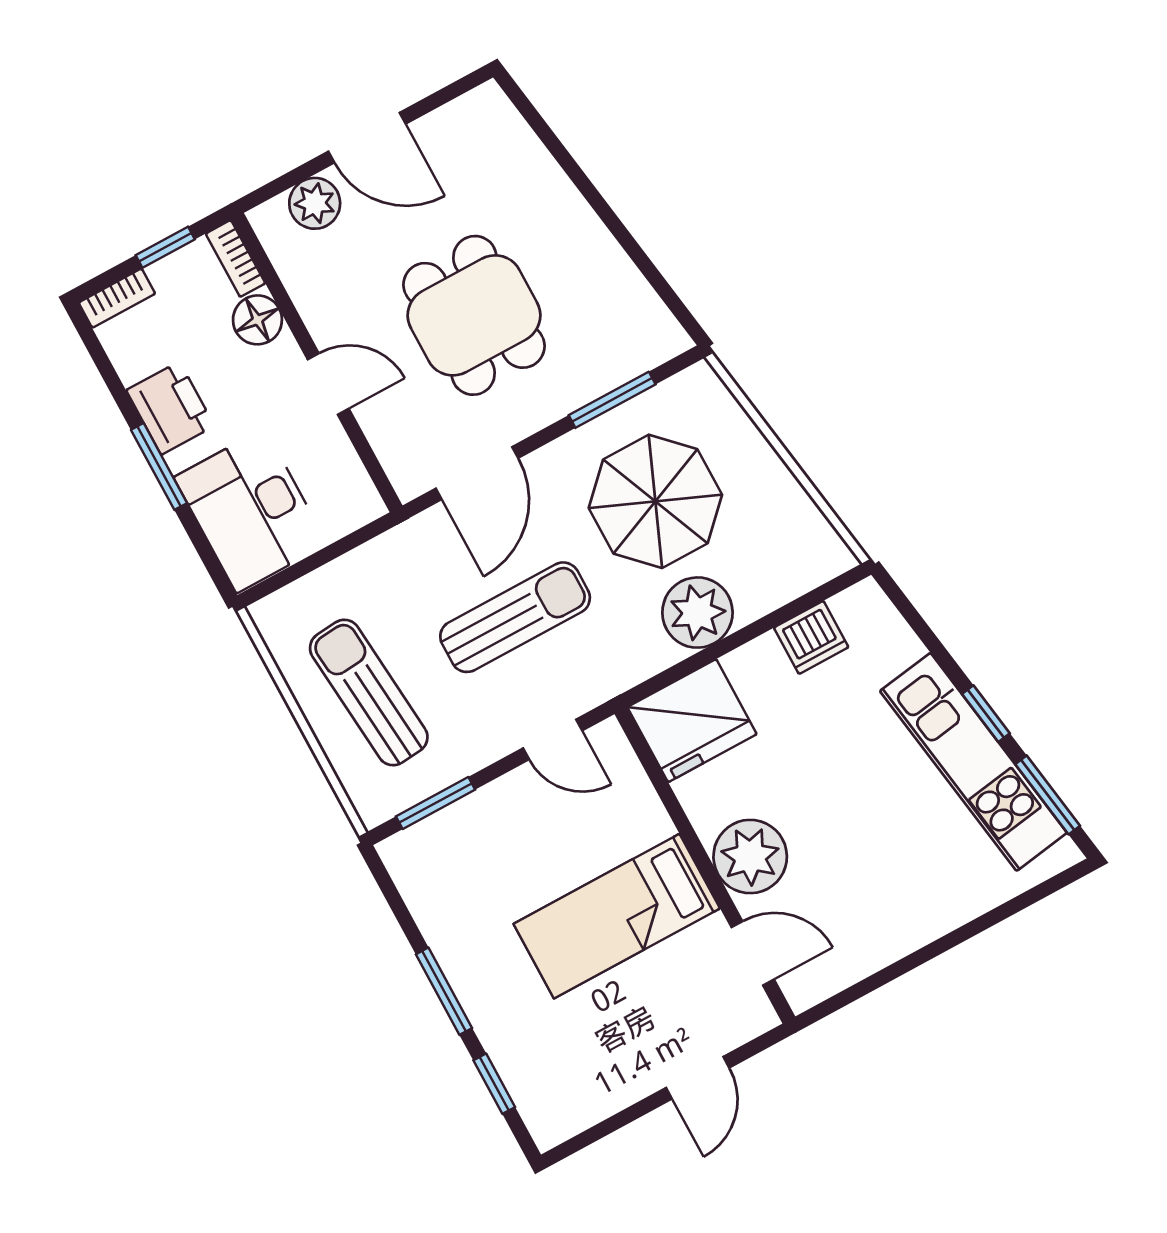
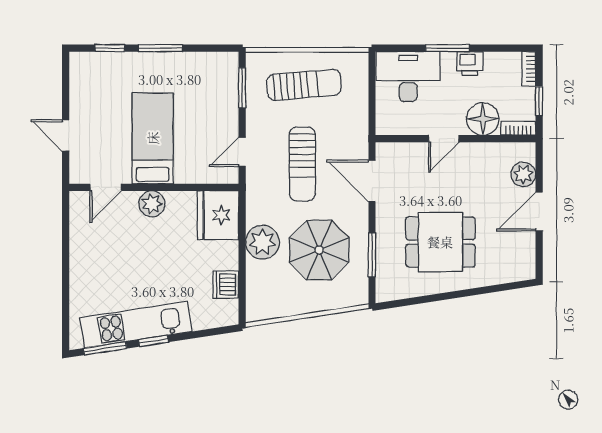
dining table: (474, 315) -> (440, 242), moved
floor lamp: (257, 320) -> (483, 119), width x1.38, depth x1.38
printer: (170, 408) -> (470, 63), width x0.73, depth x0.81
plant: (750, 857) -> (152, 204), width x0.73, depth x0.73

